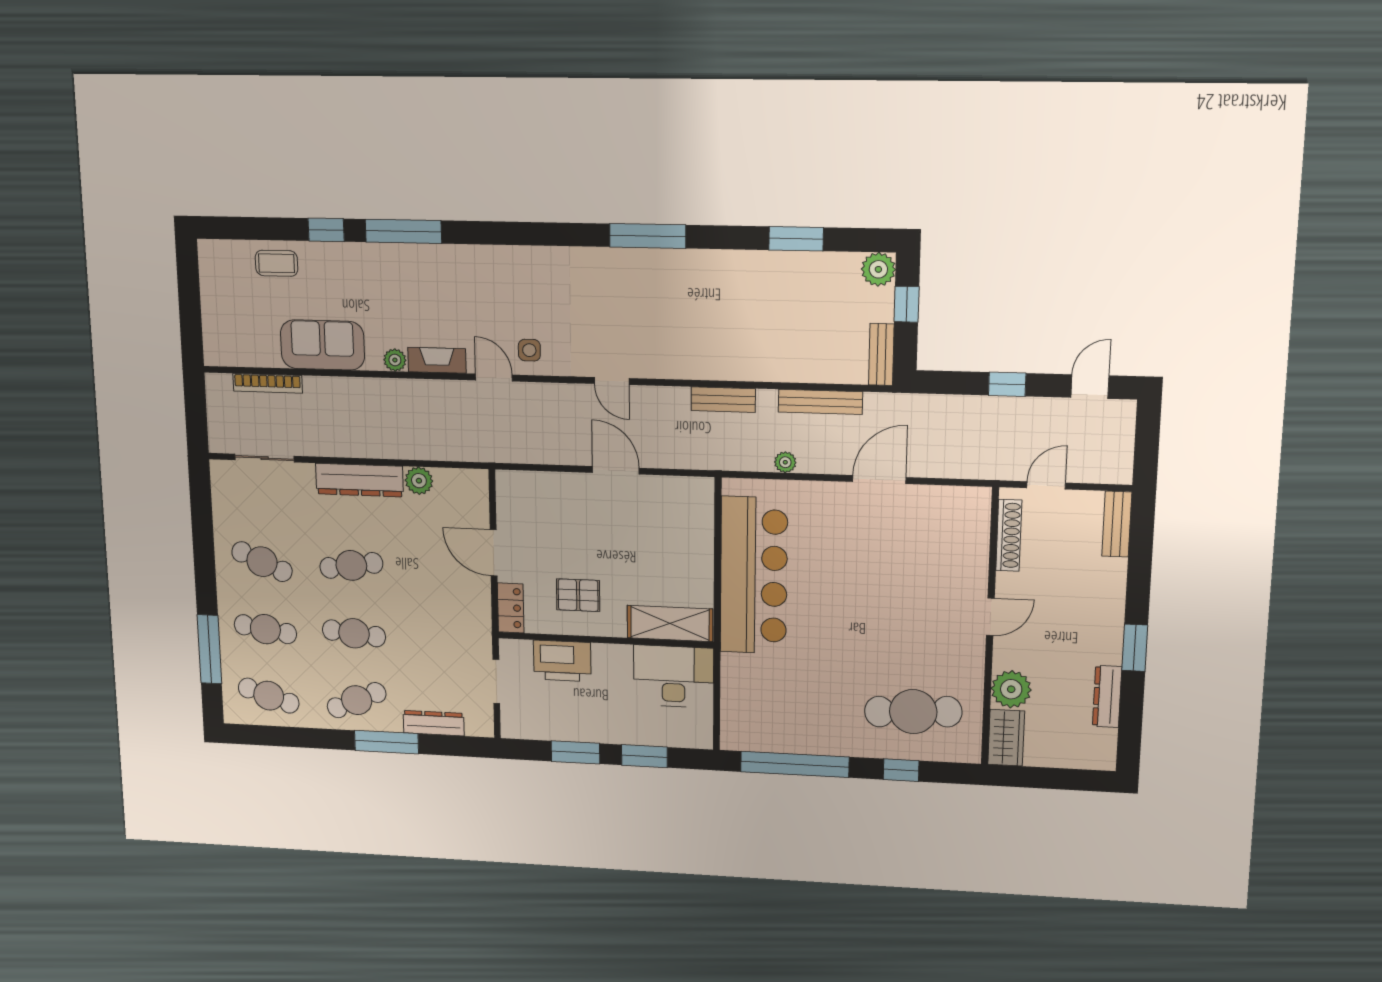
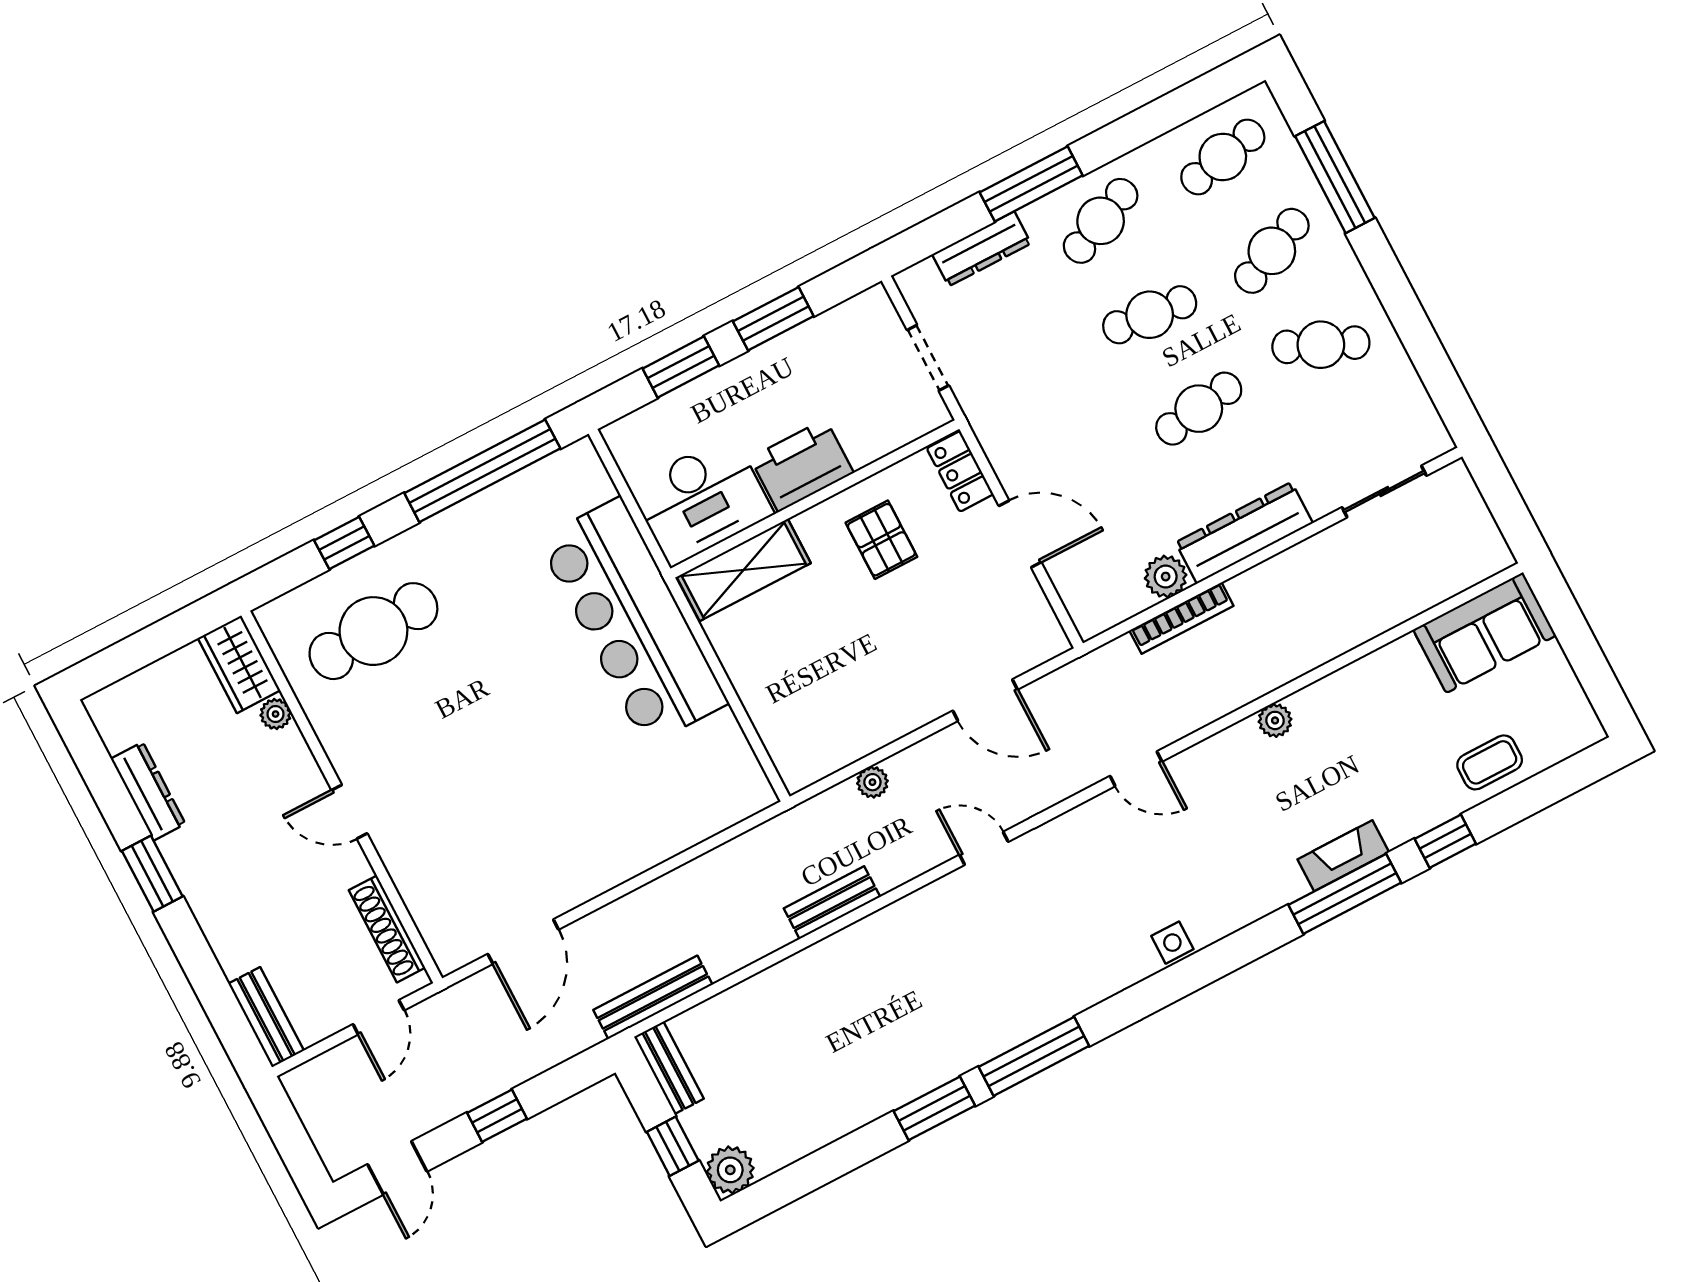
window: (796, 239) -> (934, 1108), moved
sofa: (322, 345) -> (1485, 633), moved
side table: (529, 350) -> (1172, 943), moved
fireplace: (437, 360) -> (1343, 856), moved, turned 180
bookcase: (268, 383) -> (1181, 618), moved, turned 180
bench: (820, 402) -> (653, 997), moved
plant: (785, 462) -> (872, 782), moved
door: (616, 470) -> (985, 700), moved
door: (879, 480) -> (523, 942), moved
bar counter: (754, 576) -> (633, 622), moved
pallet: (578, 595) -> (881, 540), turned 90
door: (990, 617) -> (349, 812), hinge flipped
cafe table: (265, 629) -> (1272, 251), turned -33
printer: (562, 661) -> (802, 465), moved
plant: (1011, 689) -> (276, 714), width x0.53, depth x0.53
cafe table: (269, 696) -> (1223, 157), turned -30

